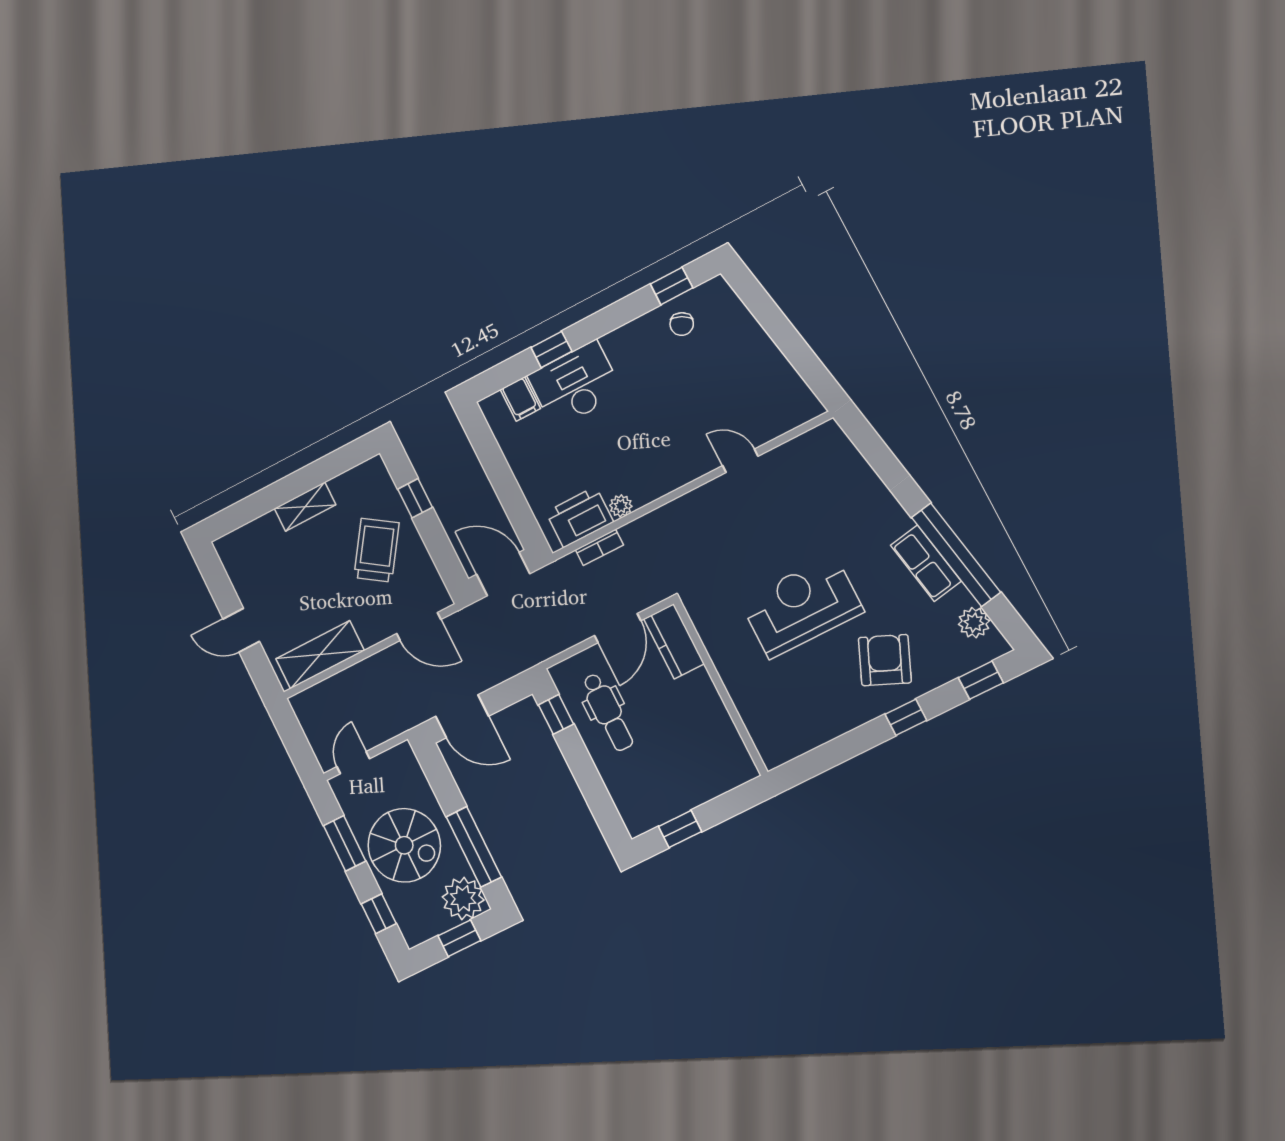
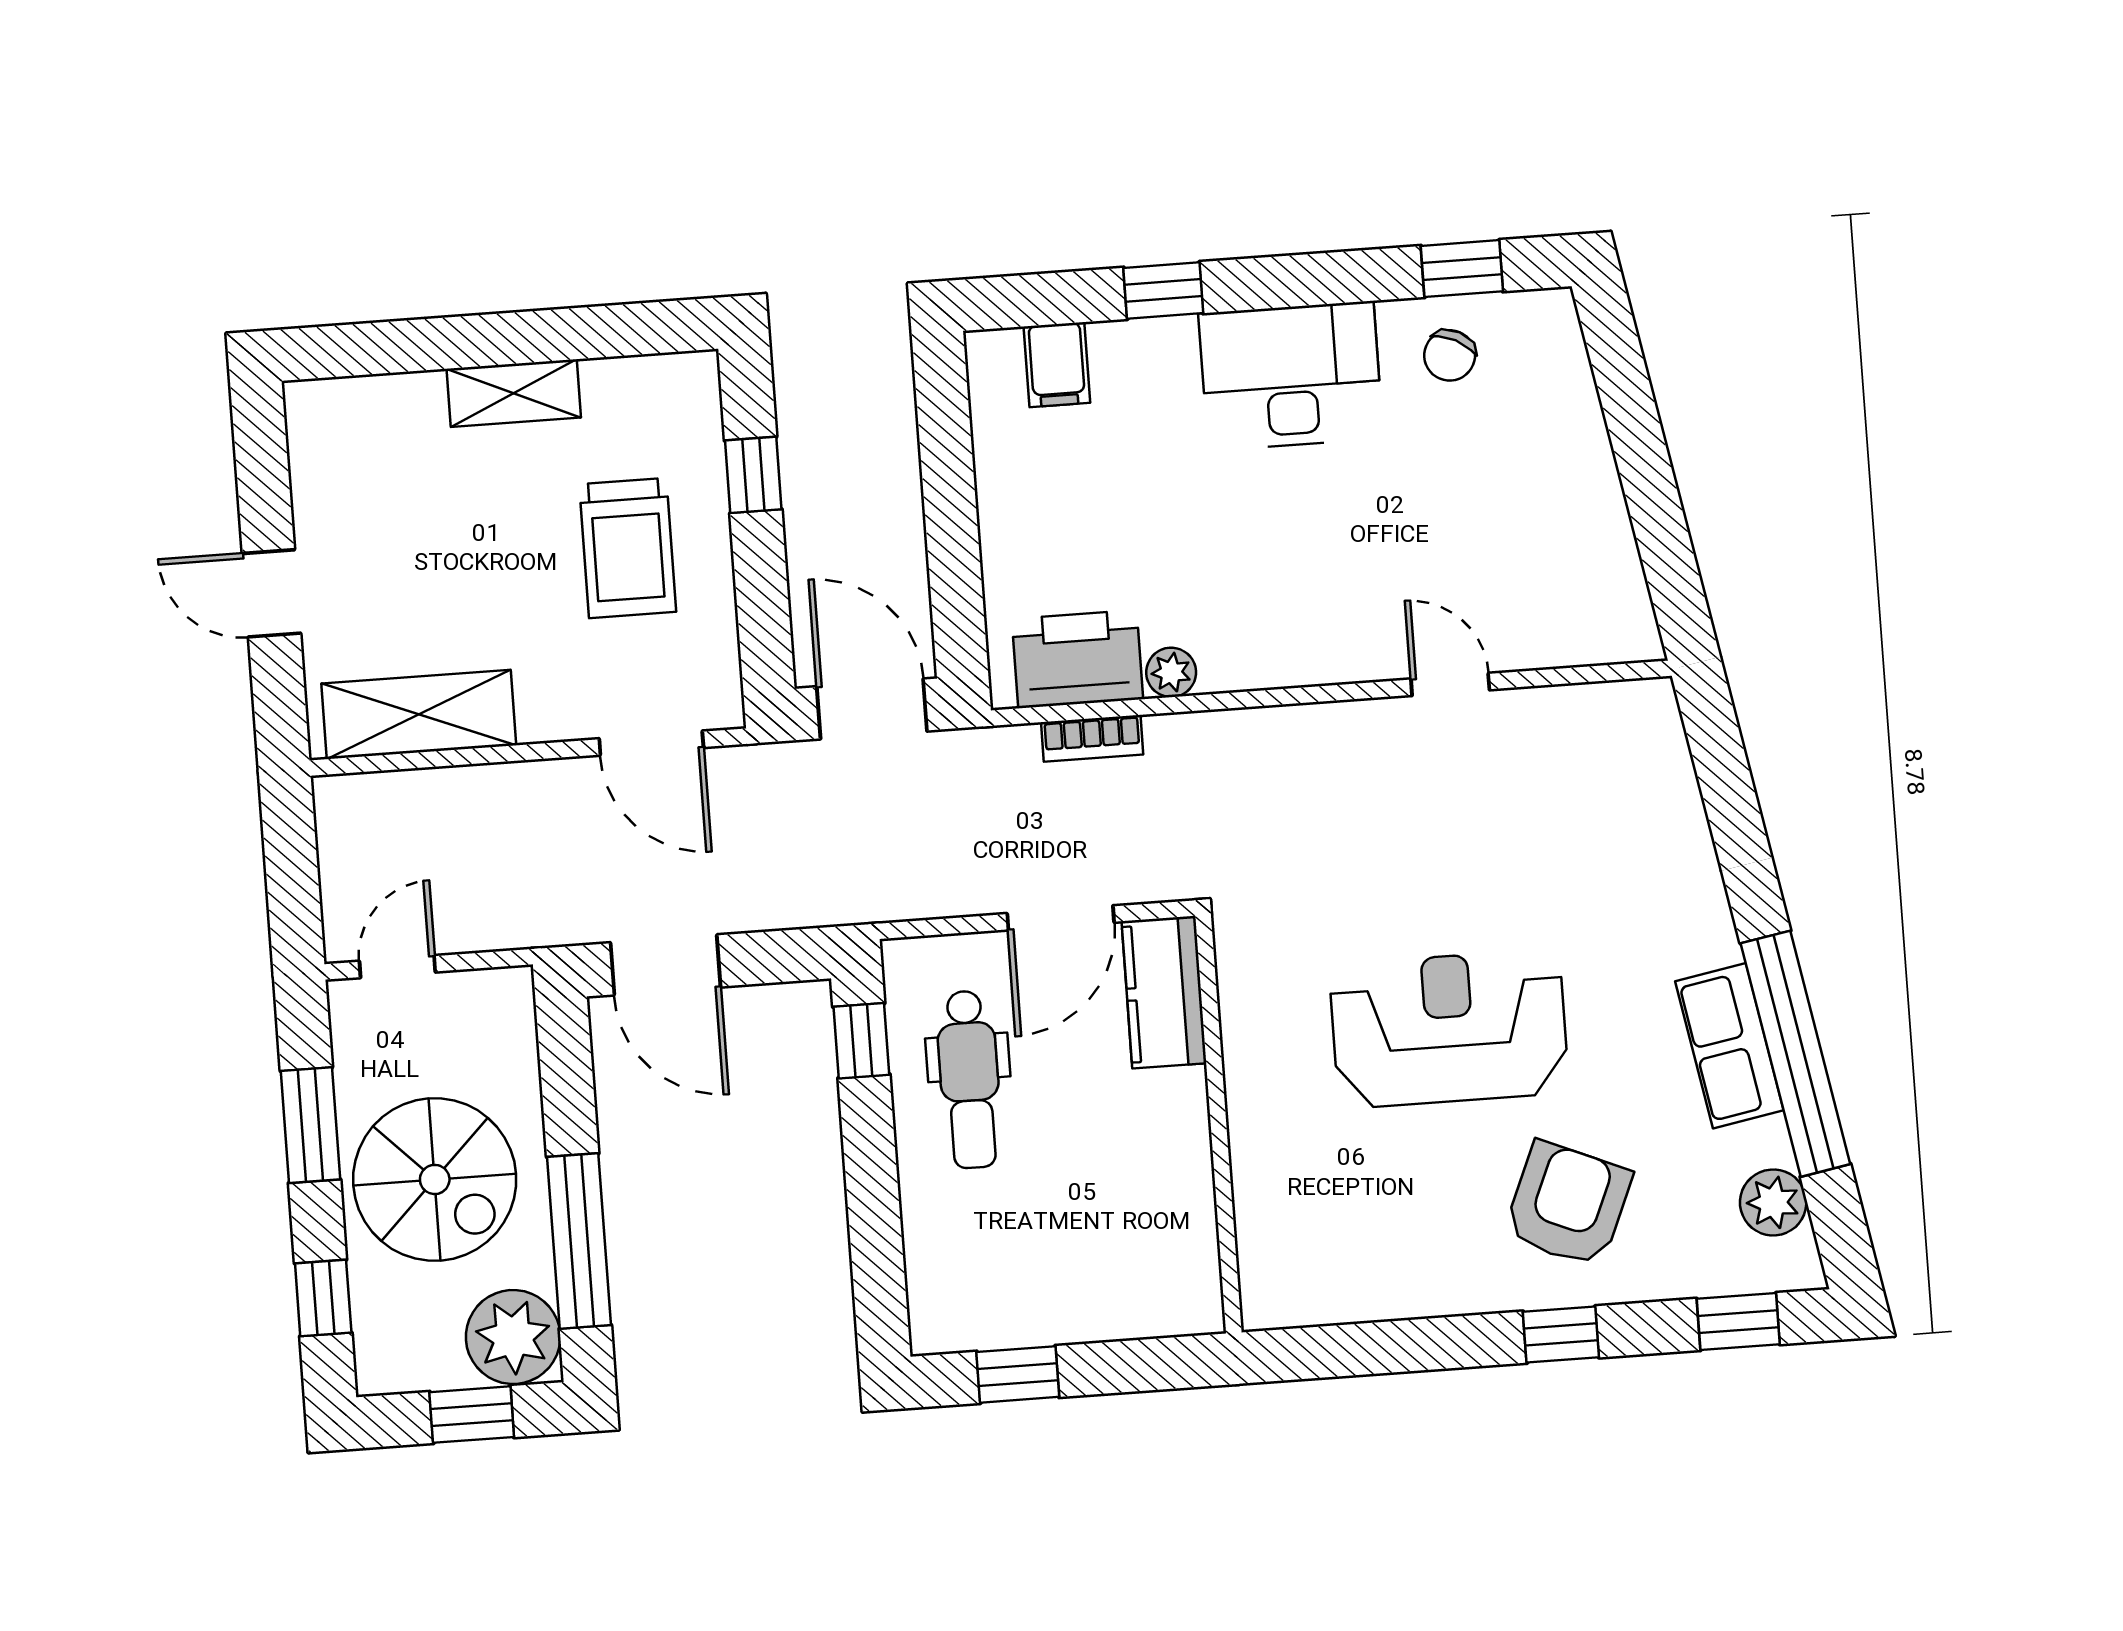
desk: (575, 384) -> (1291, 376), moved
trolley: (376, 550) -> (628, 548), turned 146

